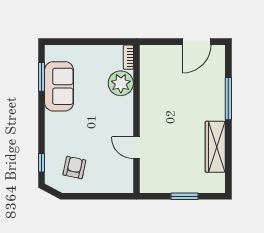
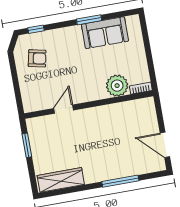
window: (42, 77) -> (89, 20), moved
wardrobe: (215, 147) -> (61, 180), moved
window: (184, 196) -> (27, 145), moved

